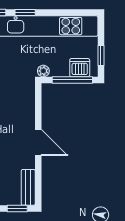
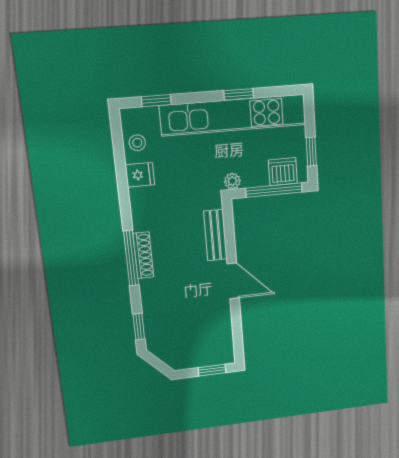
window: (25, 13) -> (239, 94), moved
bench: (28, 187) -> (215, 235), moved

